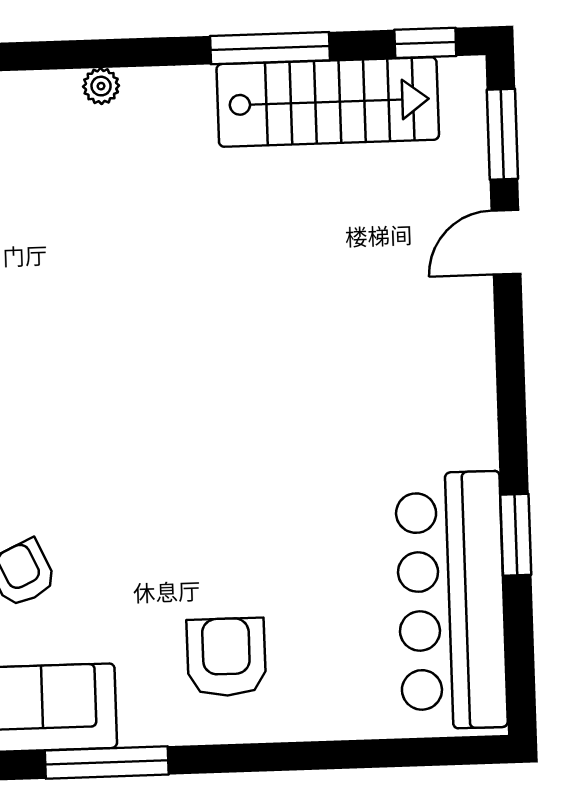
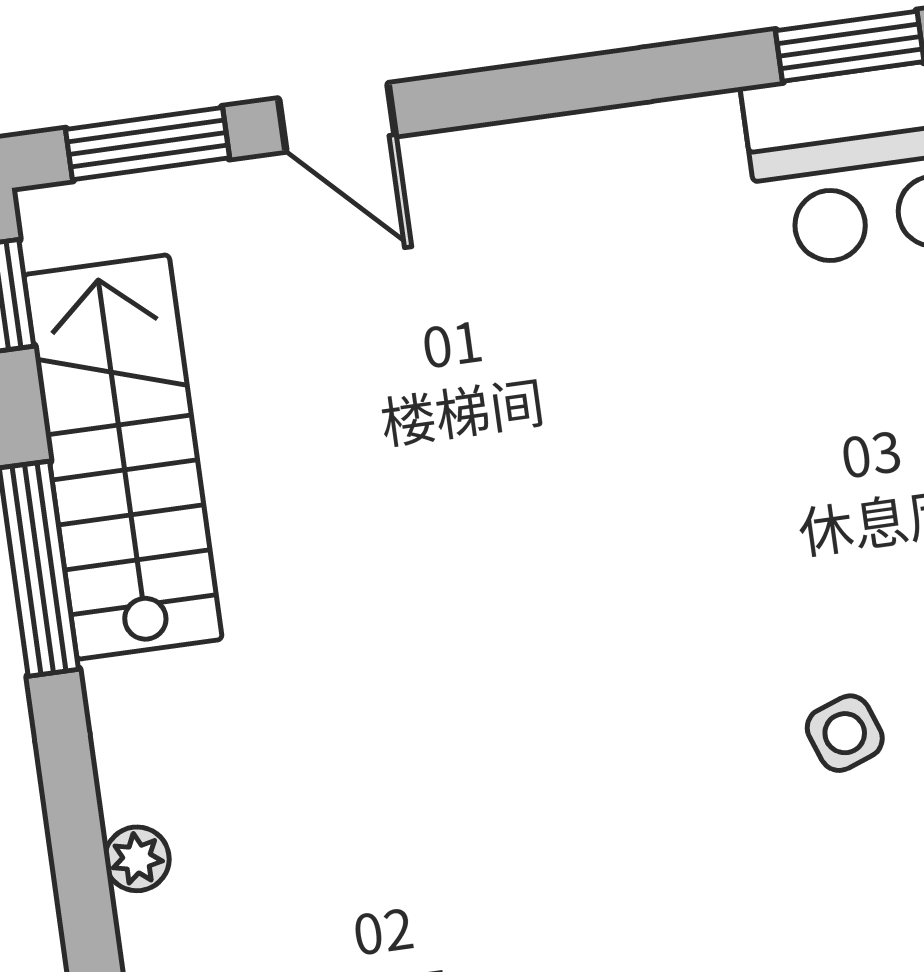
side table: (130, 491) -> (845, 733), added

